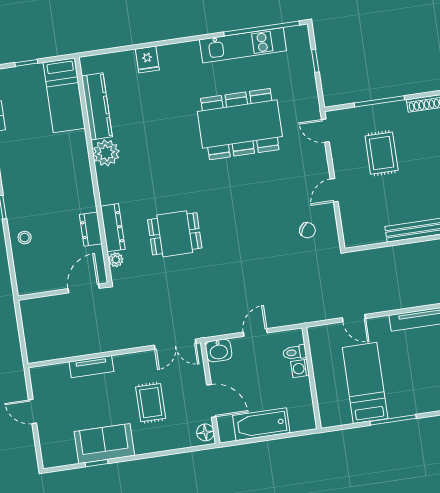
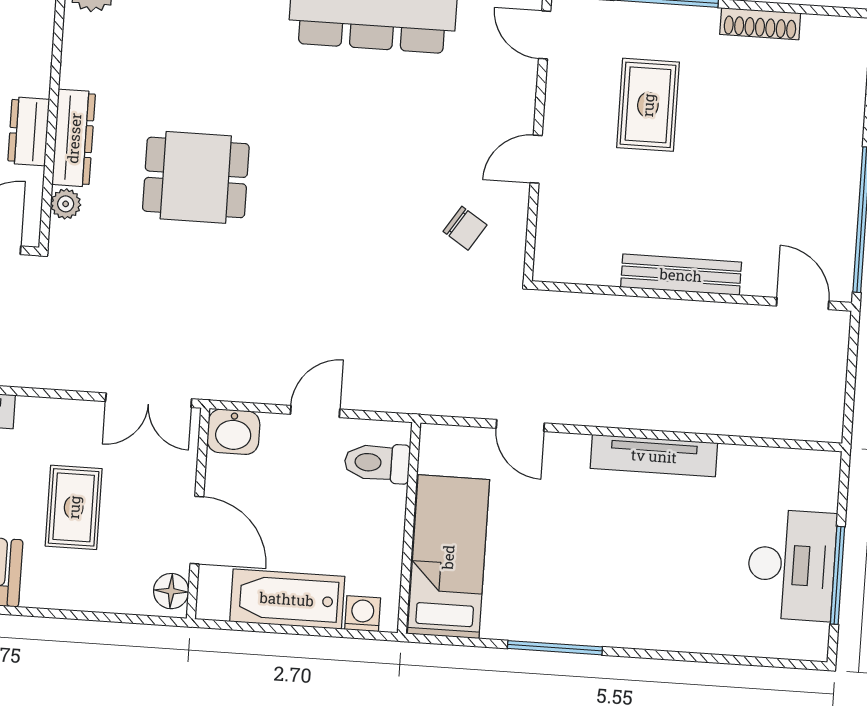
toilet: (295, 352) -> (377, 463), width x1.37, depth x1.39
washing machine: (300, 368) -> (363, 614), moved, turned 90
bed: (365, 383) -> (448, 557), moved

